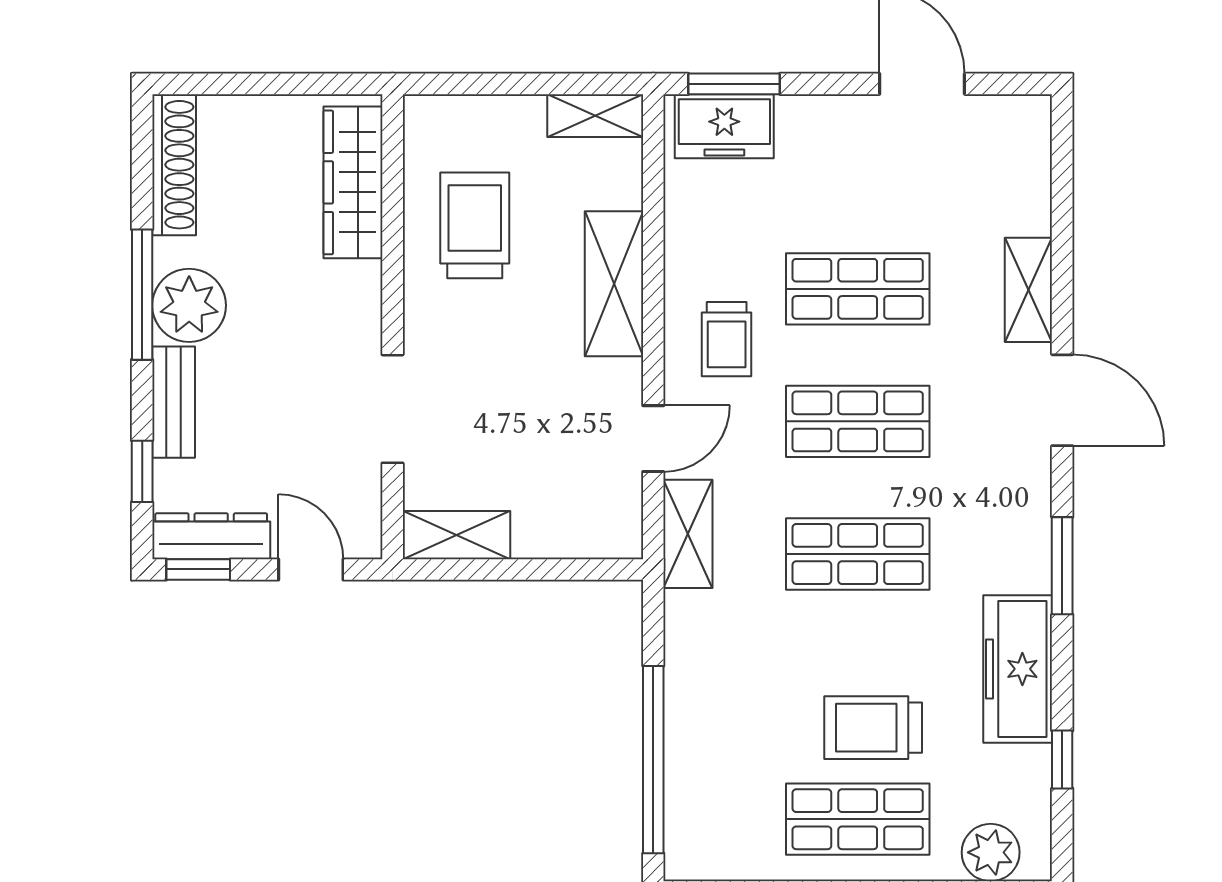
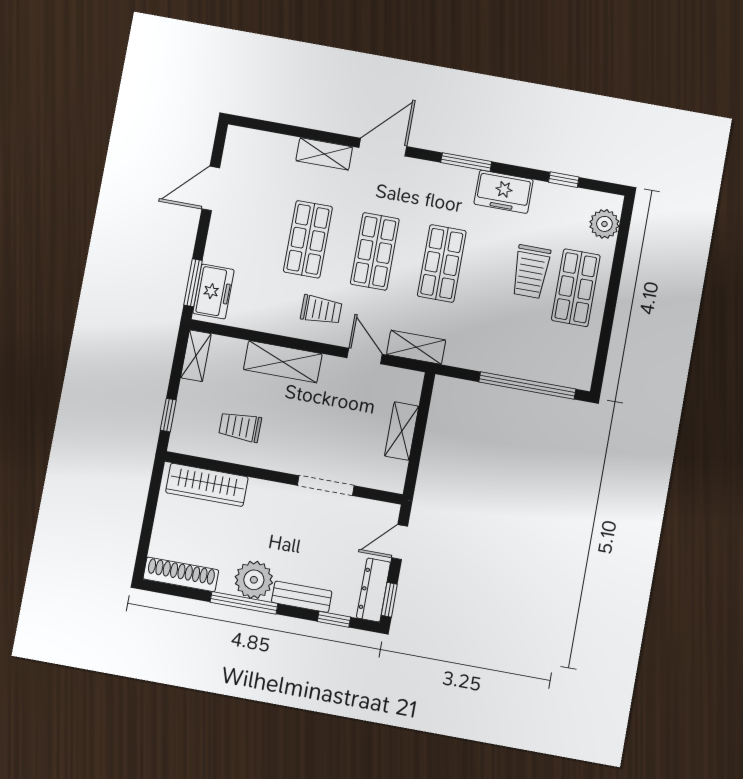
window: (472, 84) -> (168, 415), added
trolley: (475, 225) -> (240, 427), width x0.73, depth x0.72
shelving: (456, 535) -> (402, 431), moved
freezer: (1018, 669) -> (504, 192), width x0.71

